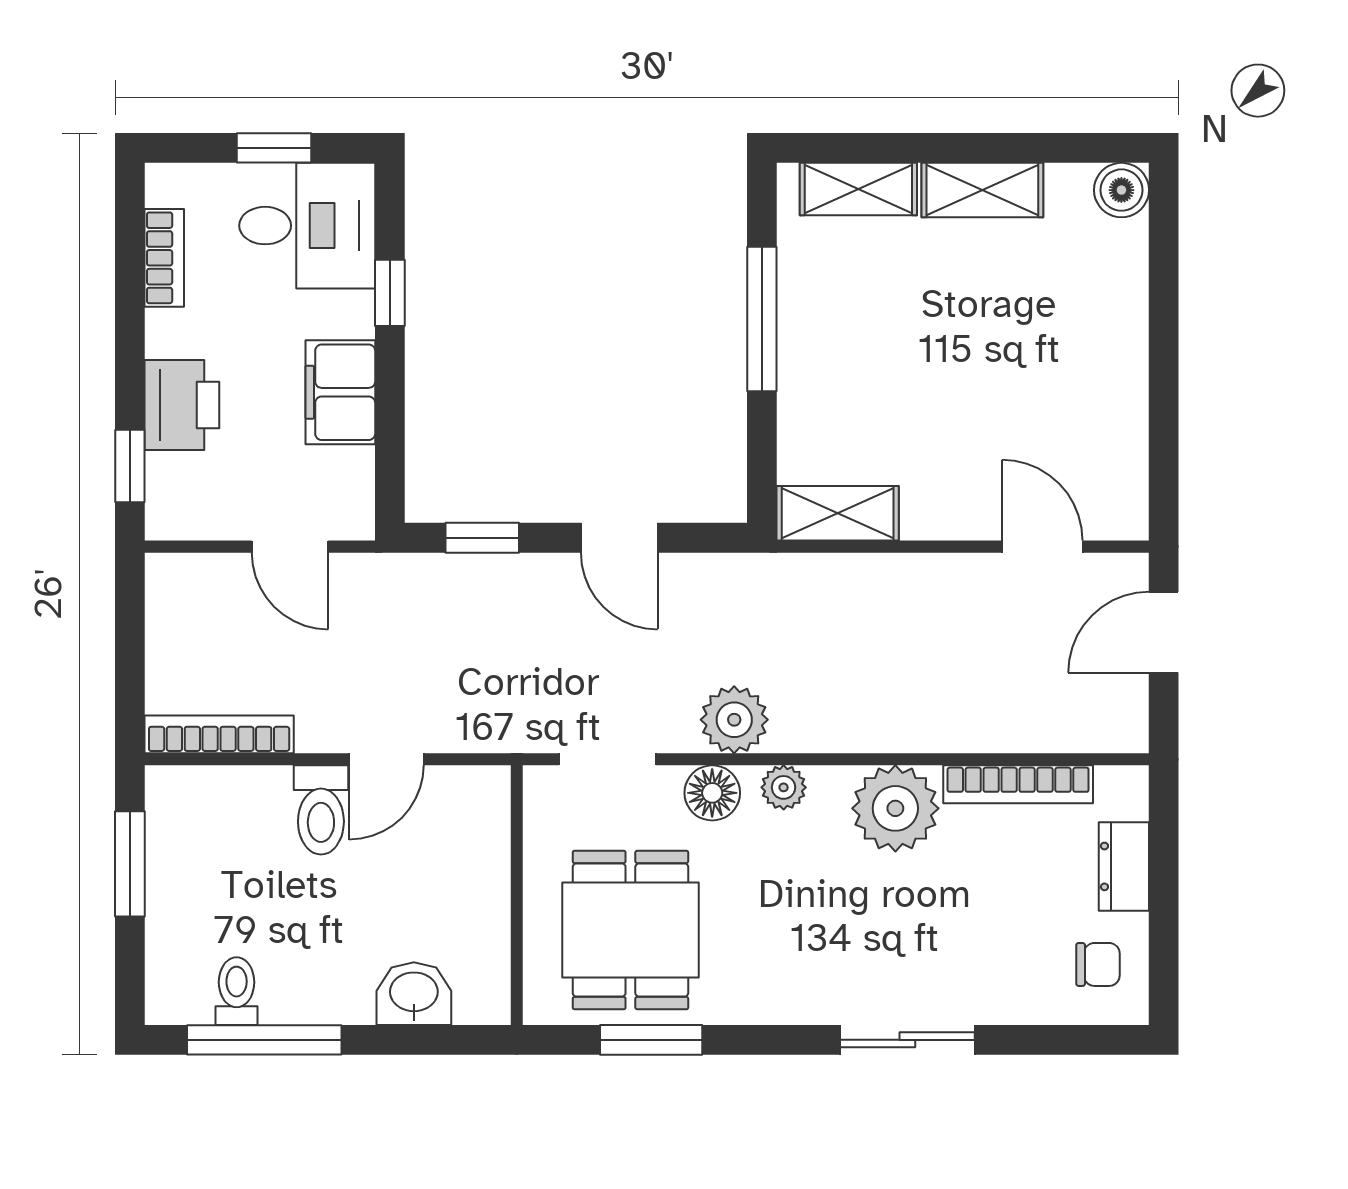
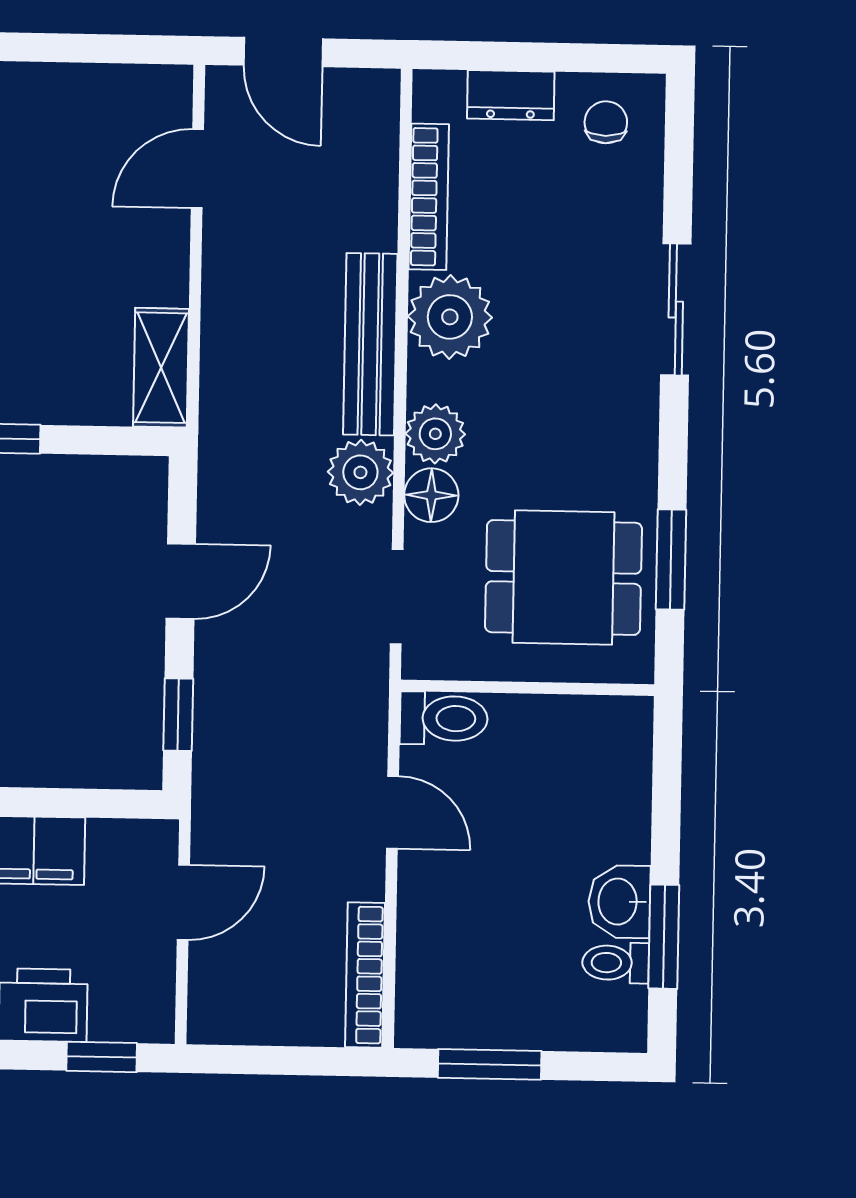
bench: (866, 727) -> (370, 344), added
plant: (784, 787) -> (435, 434), width x1.38, depth x1.38
toilet: (321, 810) -> (444, 718), moved
washbasin: (414, 994) -> (619, 902), moved
window: (264, 1040) -> (664, 937), width x0.69

